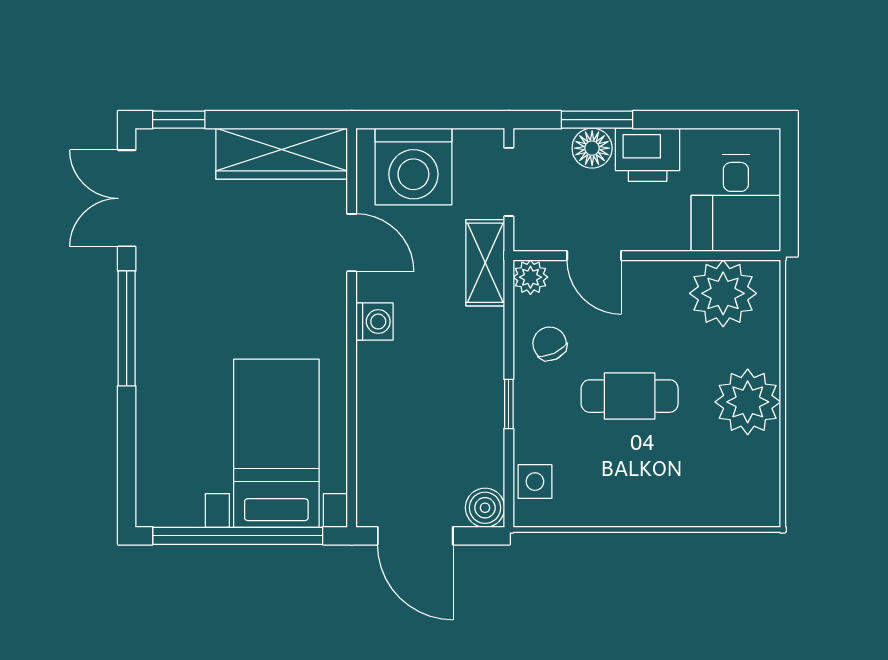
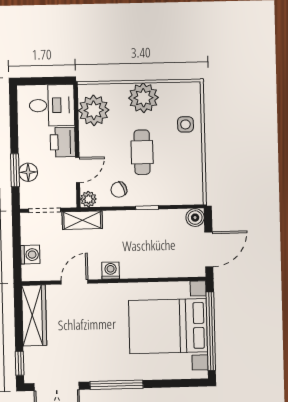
printer: (648, 155) -> (63, 142), moved, turned 180
washing machine: (413, 167) -> (30, 255), width x0.53, depth x0.53
bed with nightstands: (276, 443) -> (168, 326), width x1.36
side table: (535, 482) -> (185, 124), moved

